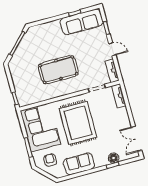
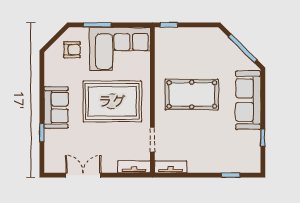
sofa: (82, 22) -> (248, 100), moved
door: (112, 49) -> (200, 175), removed
pool table: (58, 70) -> (192, 94), turned 90
double door: (137, 139) -> (83, 175), moved
floor lamp: (114, 158) -> (51, 137), removed
sofa: (79, 164) -> (56, 107), moved

